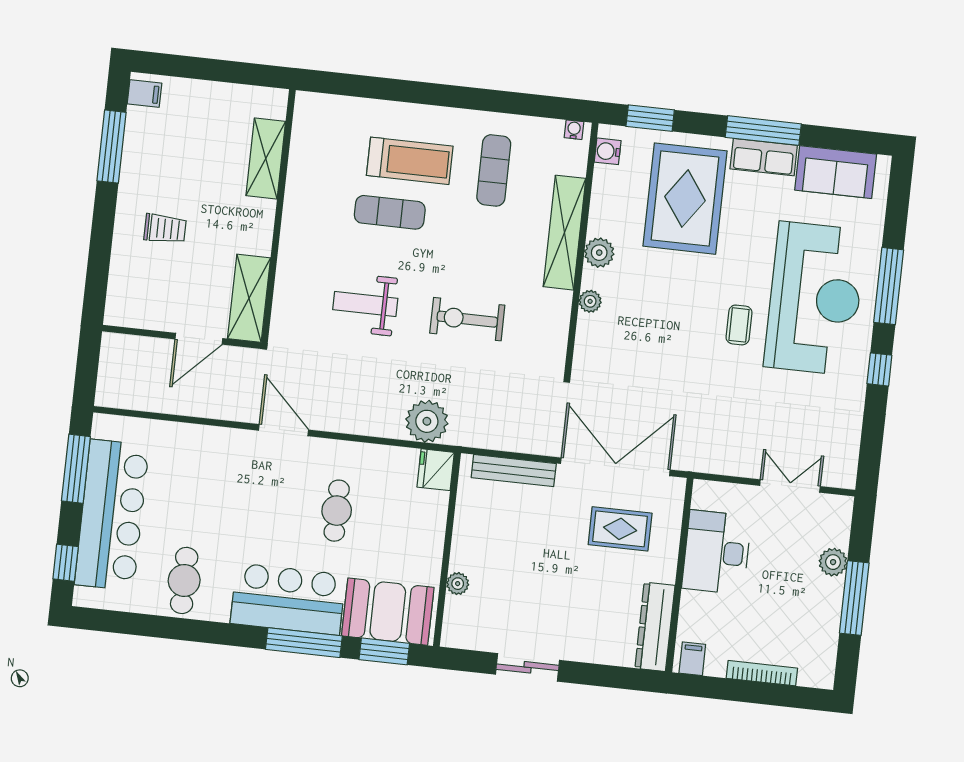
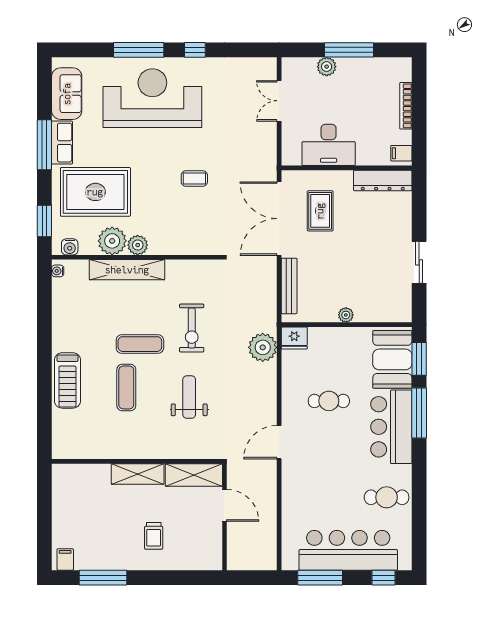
shelving: (266, 159) -> (138, 474), moved
treadmill: (410, 161) -> (67, 380), moved, turned 180
exercise mat: (494, 170) -> (140, 344), moved
trolley: (165, 229) -> (154, 536), turned 180
plant: (590, 301) -> (112, 241), moved, width x1.88, depth x1.88
weight bench: (365, 304) -> (189, 397), turned 180
coffee table: (739, 325) -> (194, 179), moved
plant: (458, 584) -> (346, 315), moved

